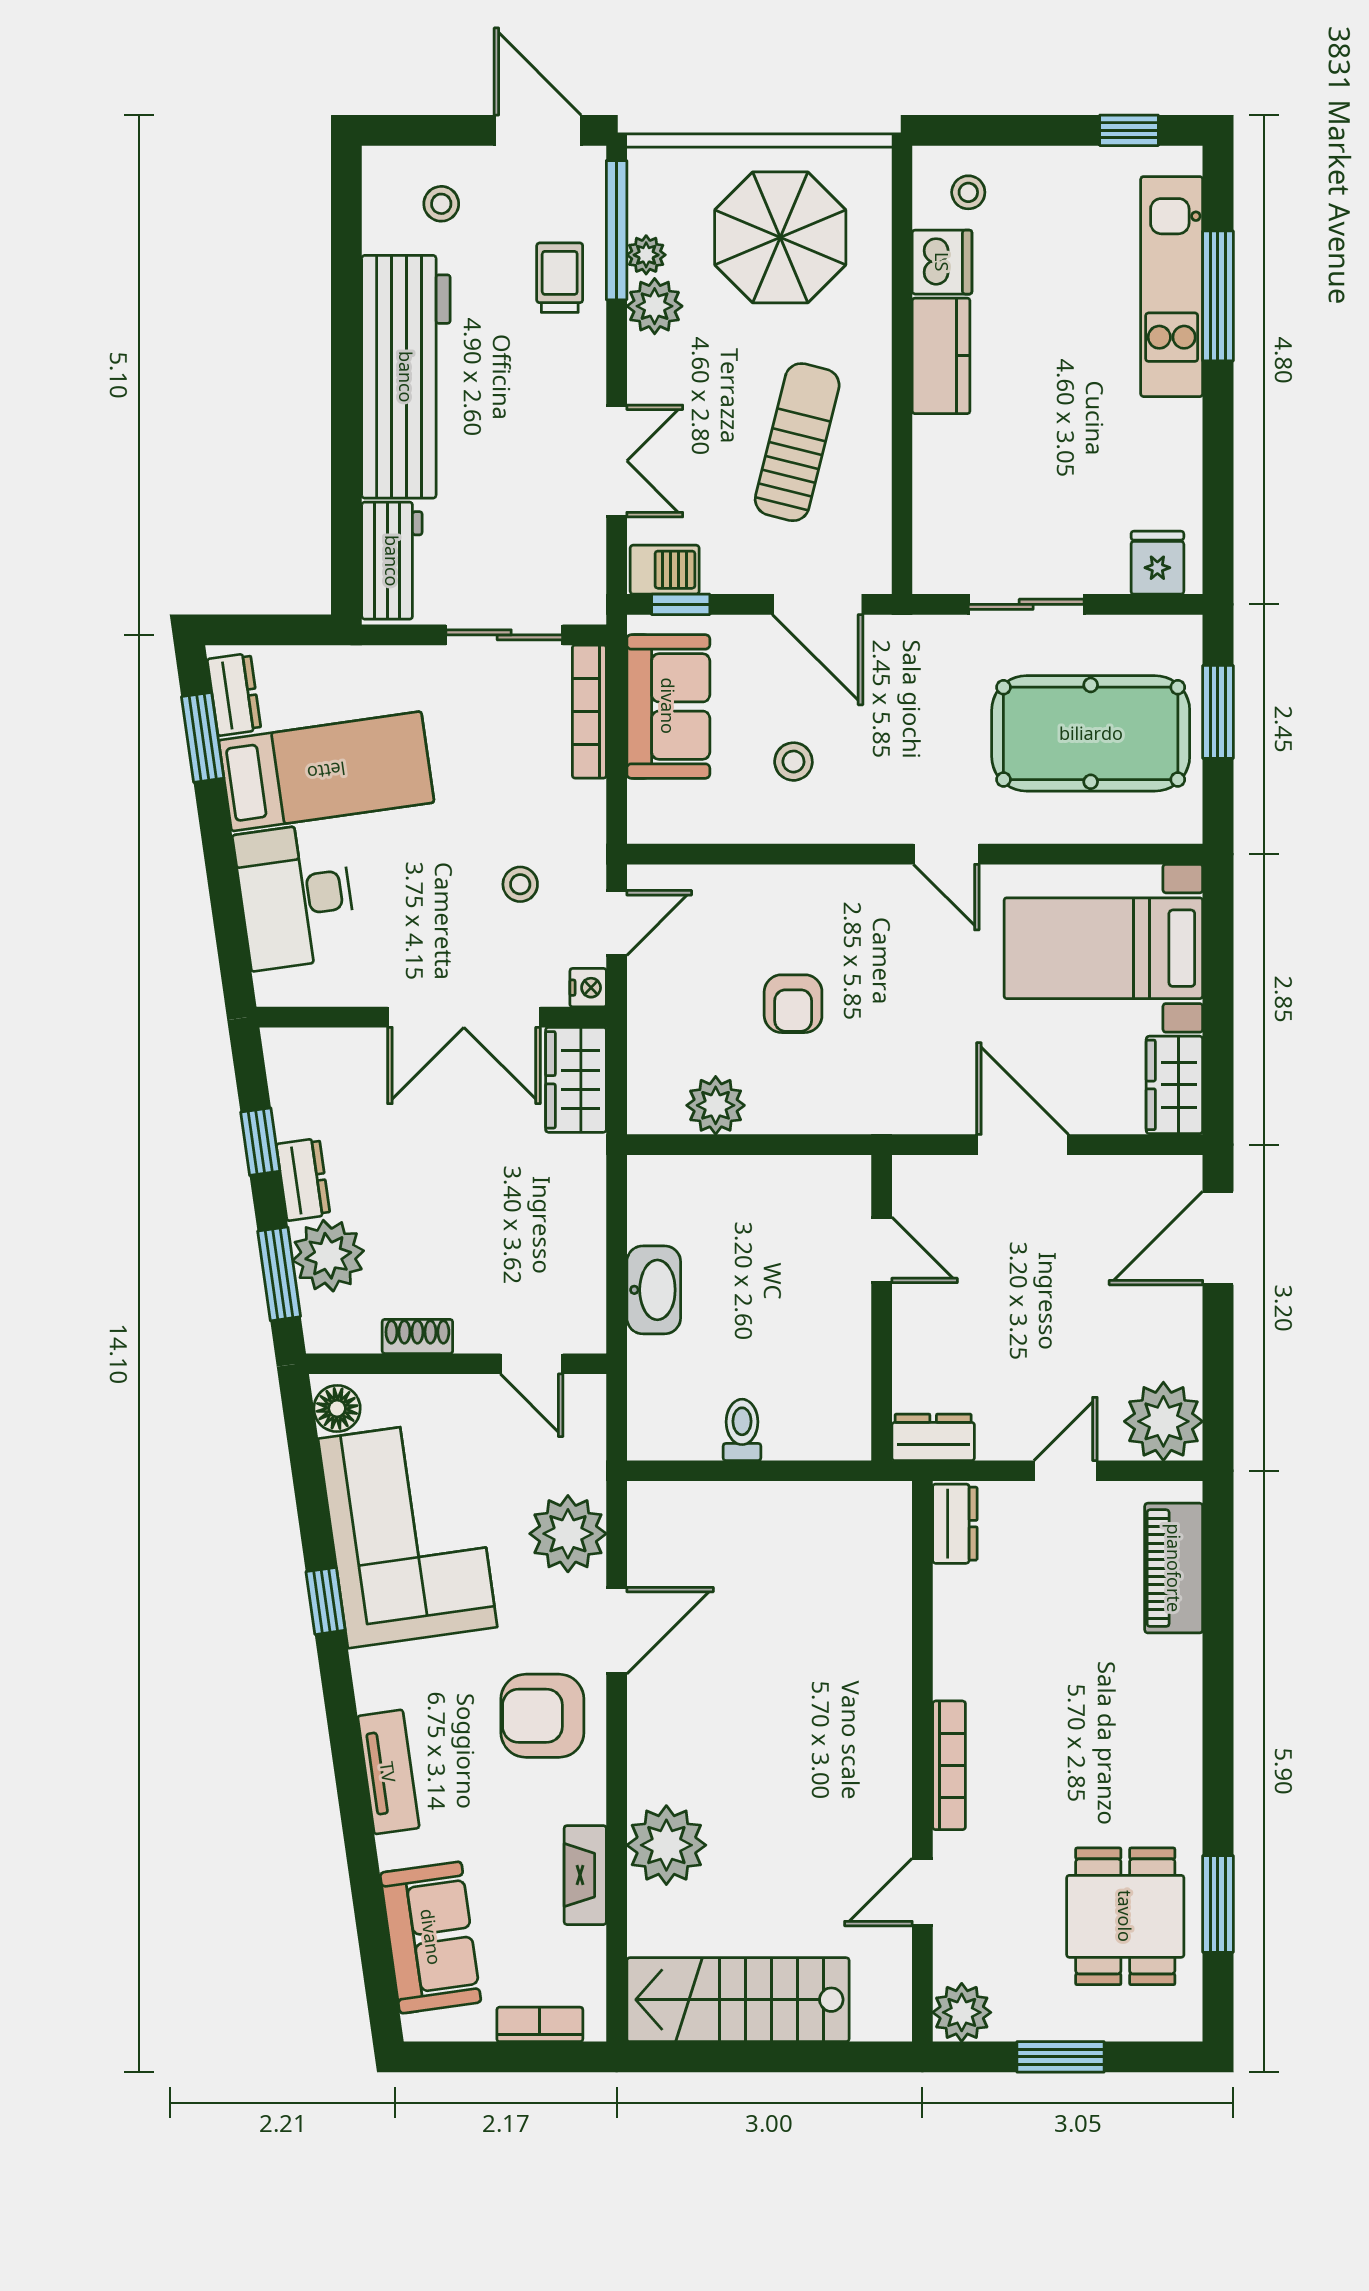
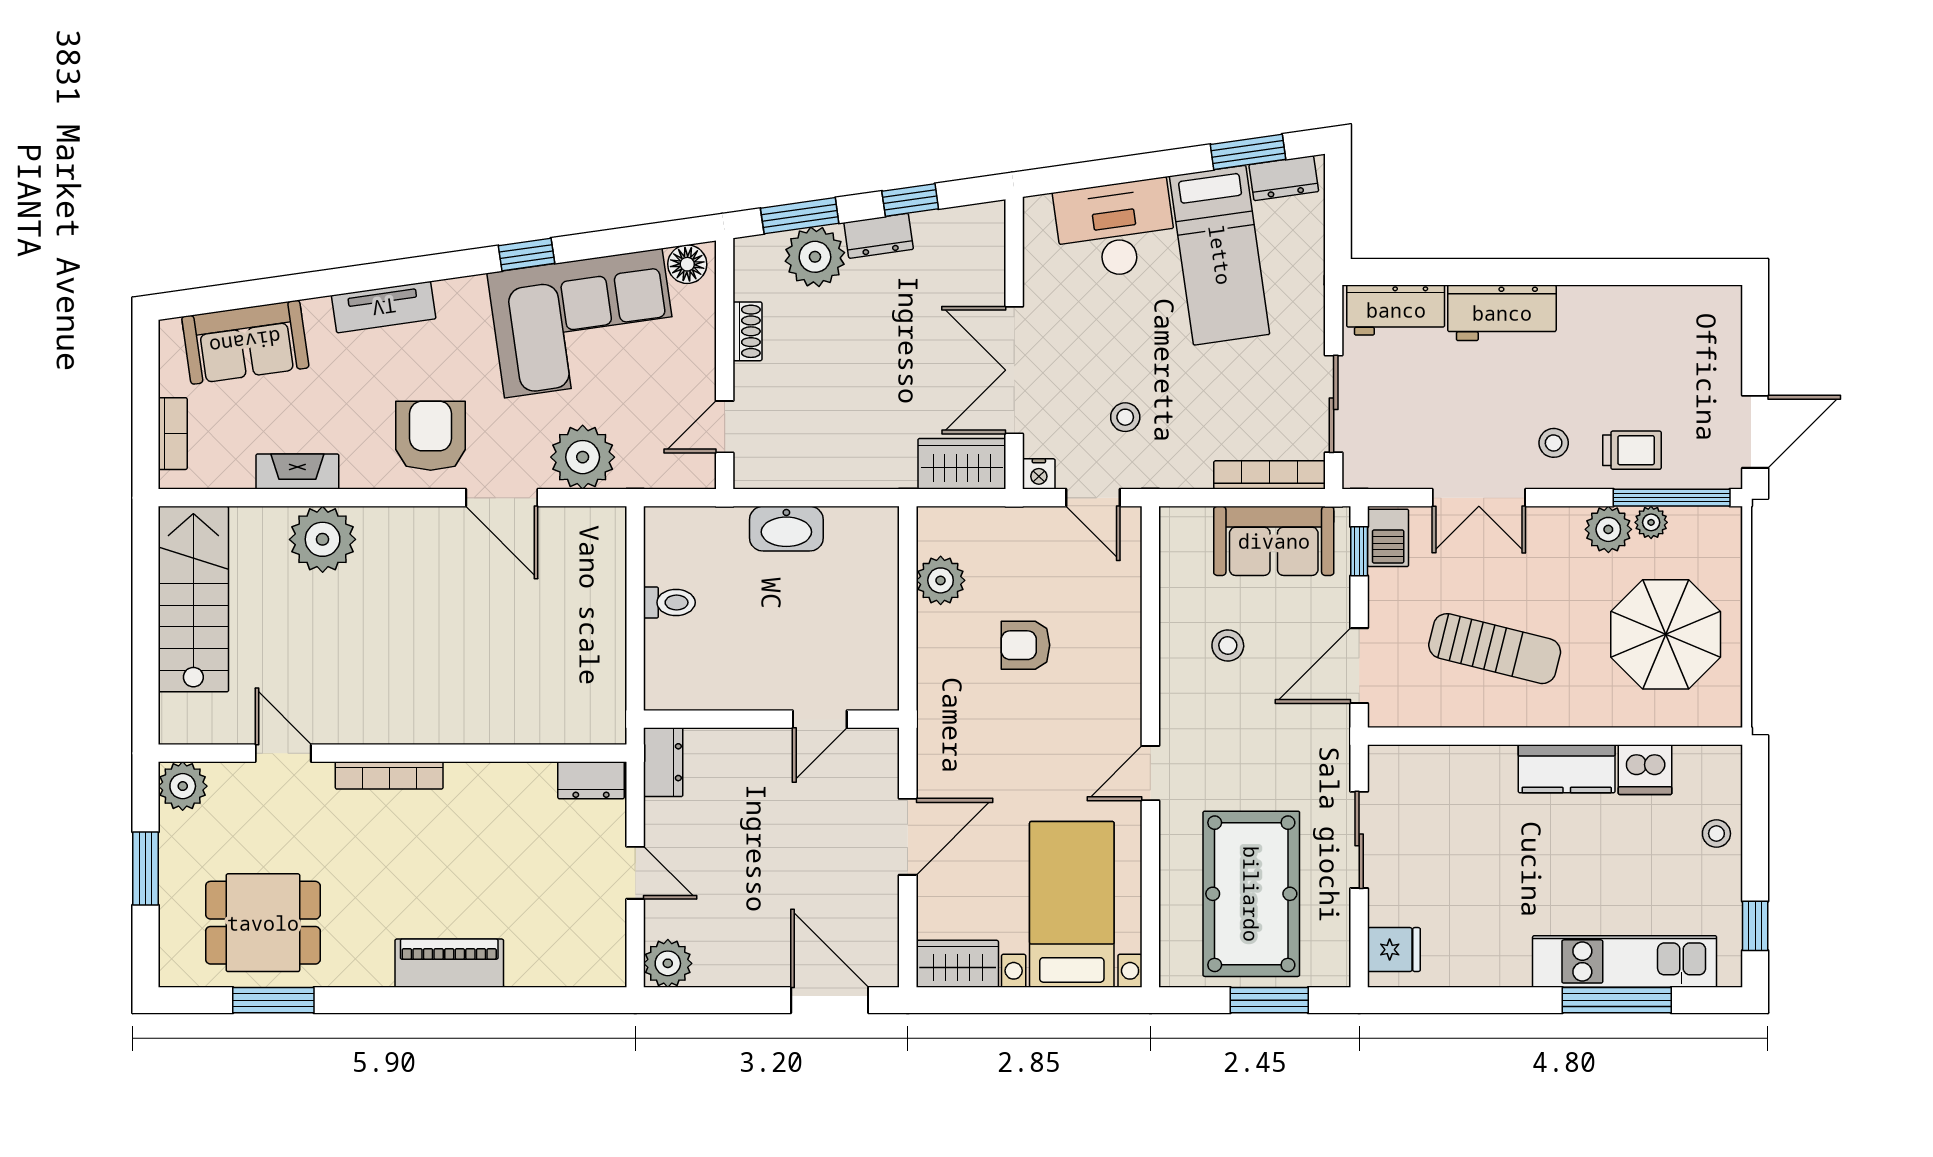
stool: (968, 192) -> (1716, 834), moved
stool: (441, 204) -> (1554, 443), moved
workbench: (406, 377) -> (1502, 313), width x0.53, depth x0.76
plant: (1163, 1421) -> (668, 963), width x0.73, depth x0.73
piano: (1174, 1568) -> (449, 963), moved

